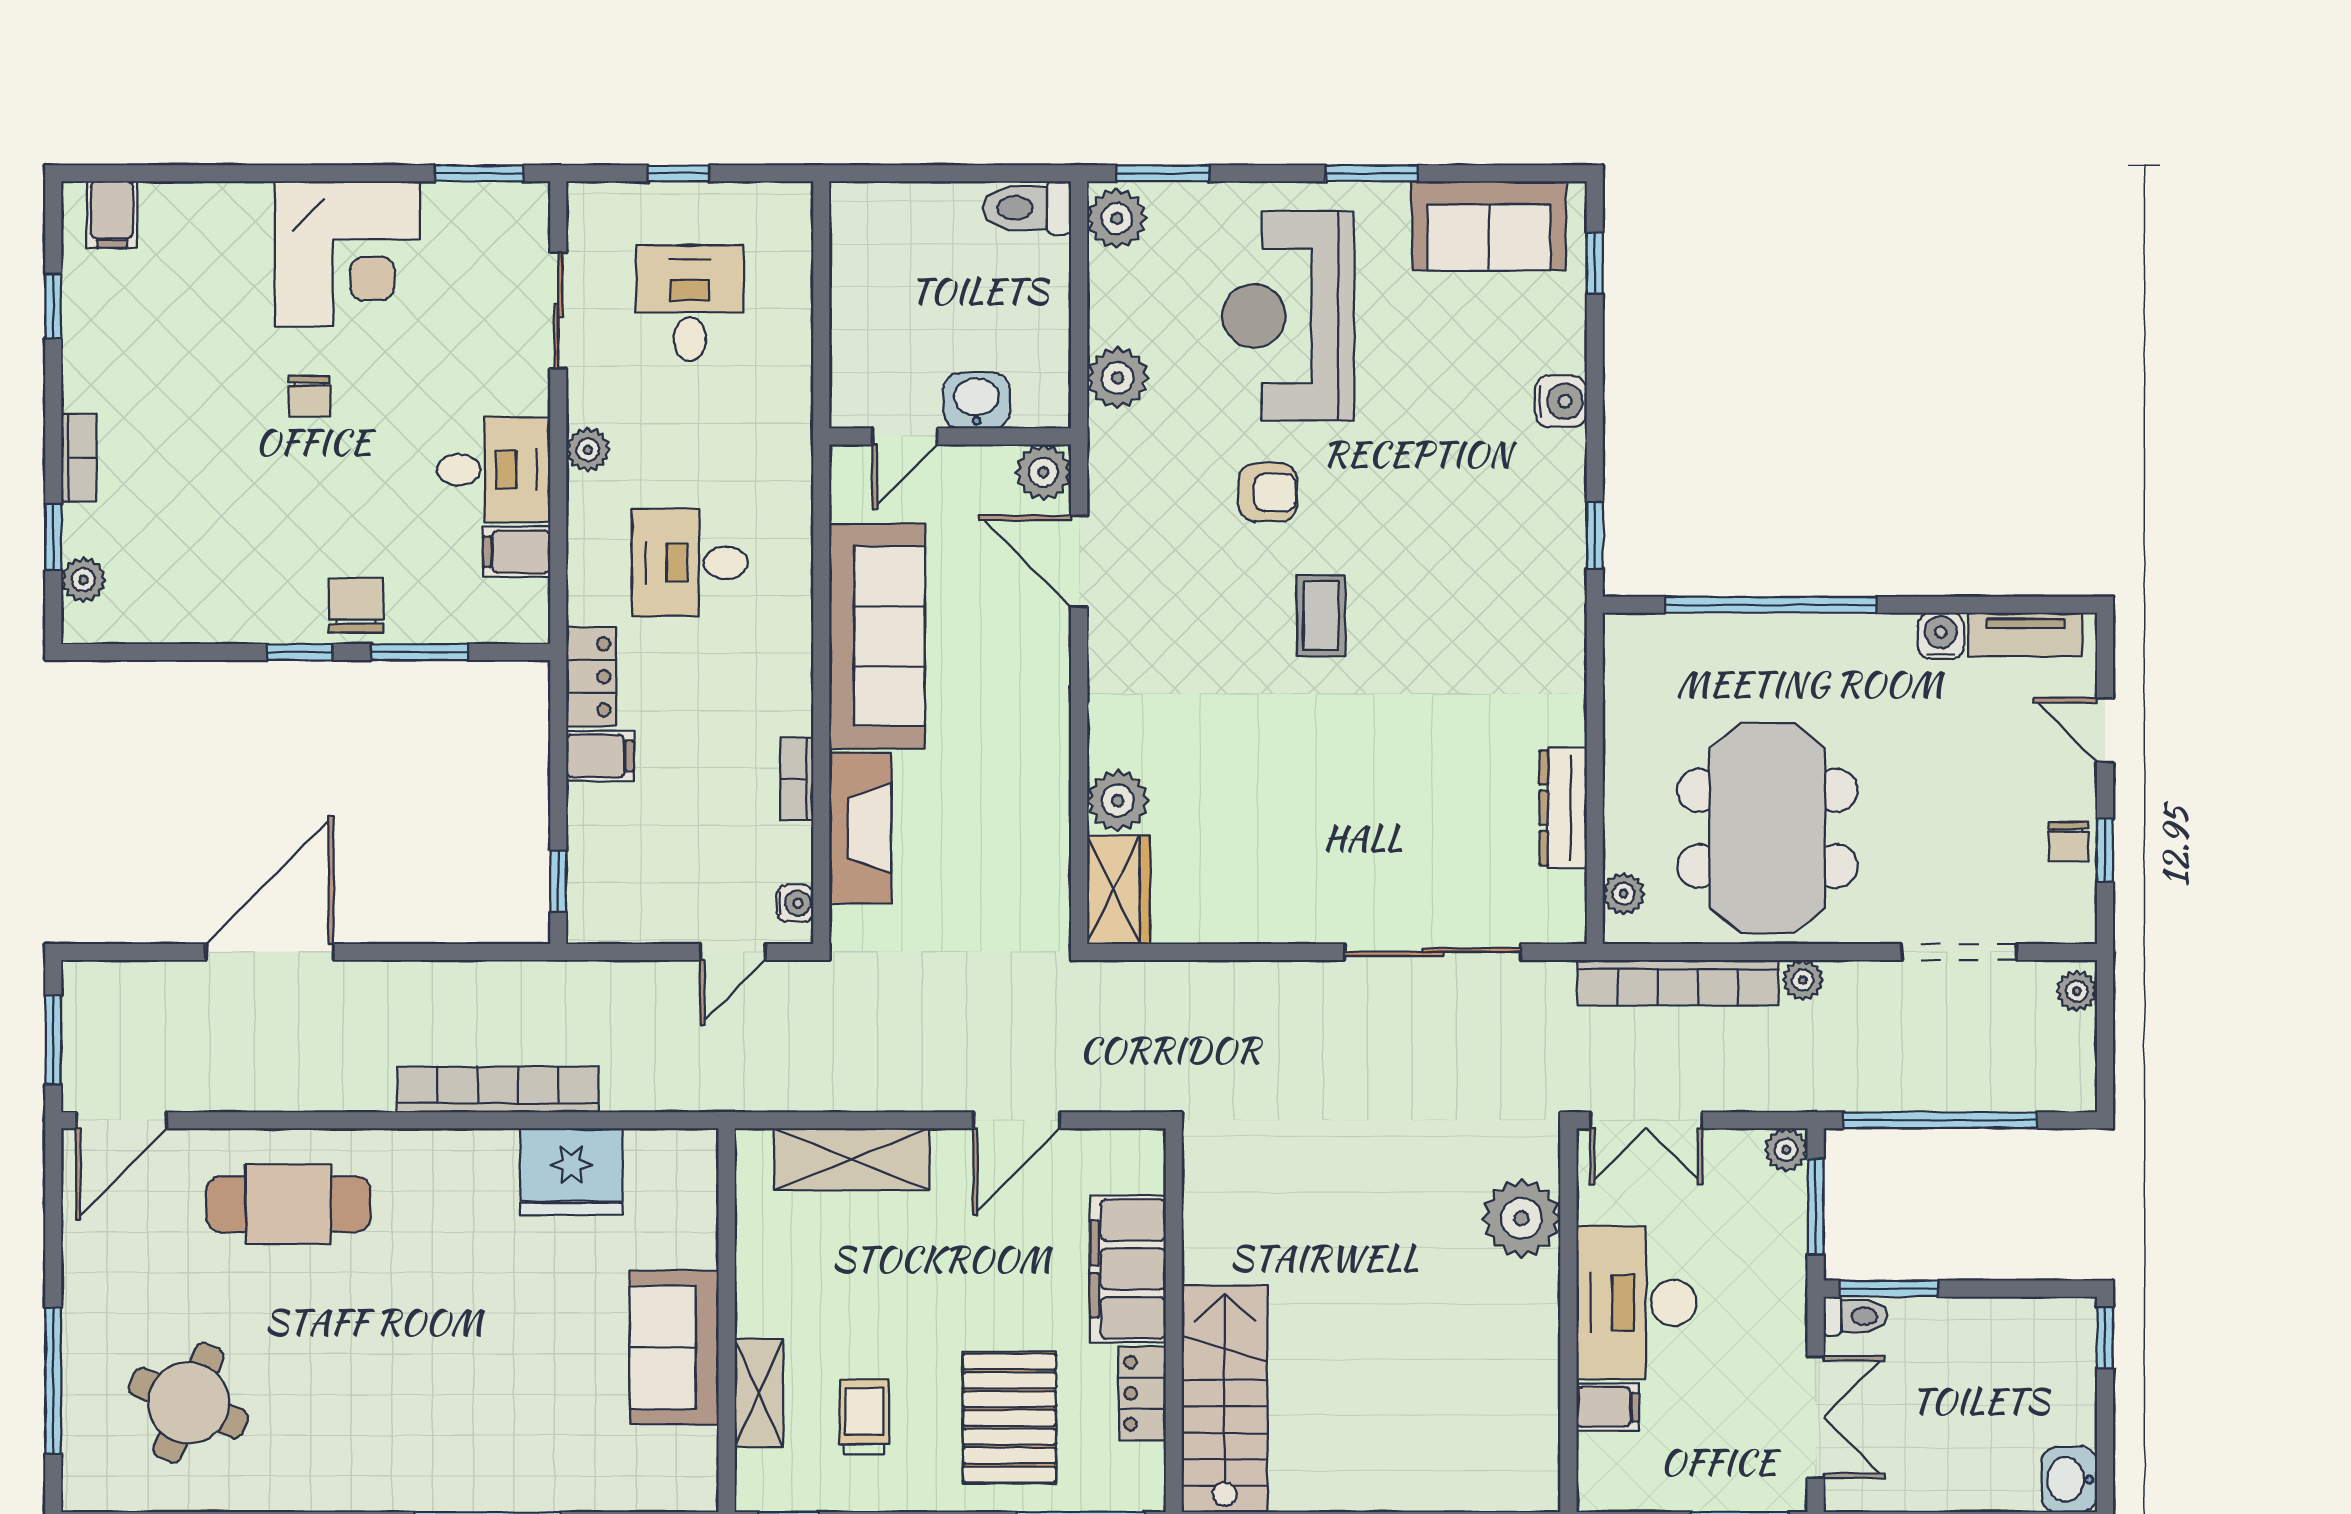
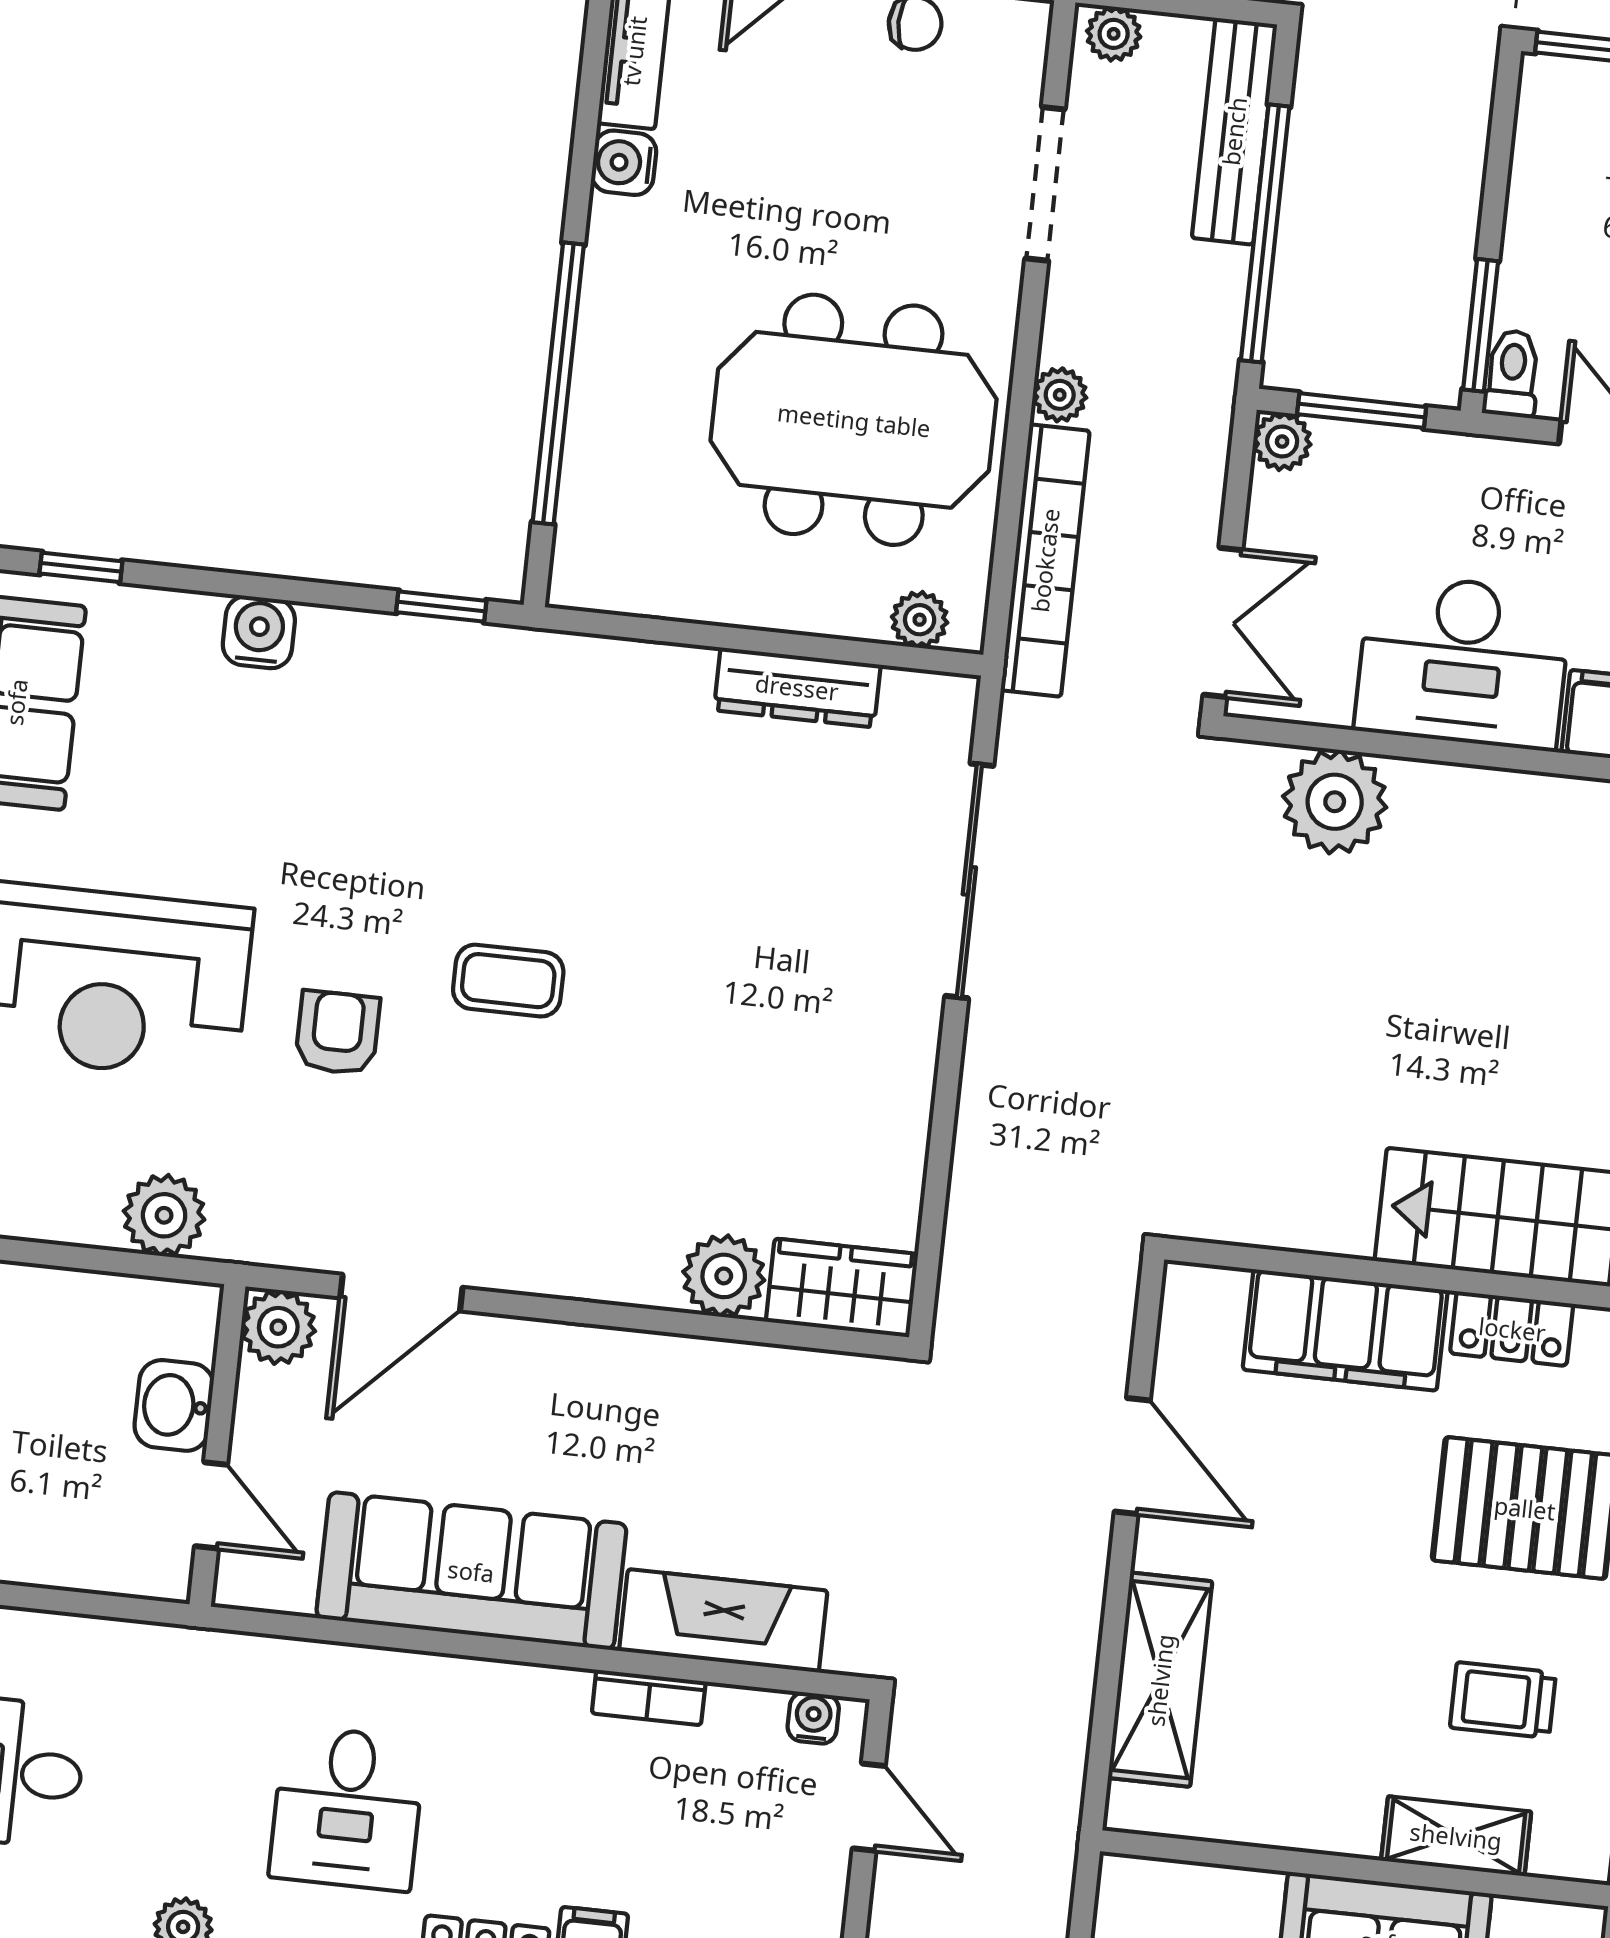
bench: (2014, 1089) -> (1234, 131), added

